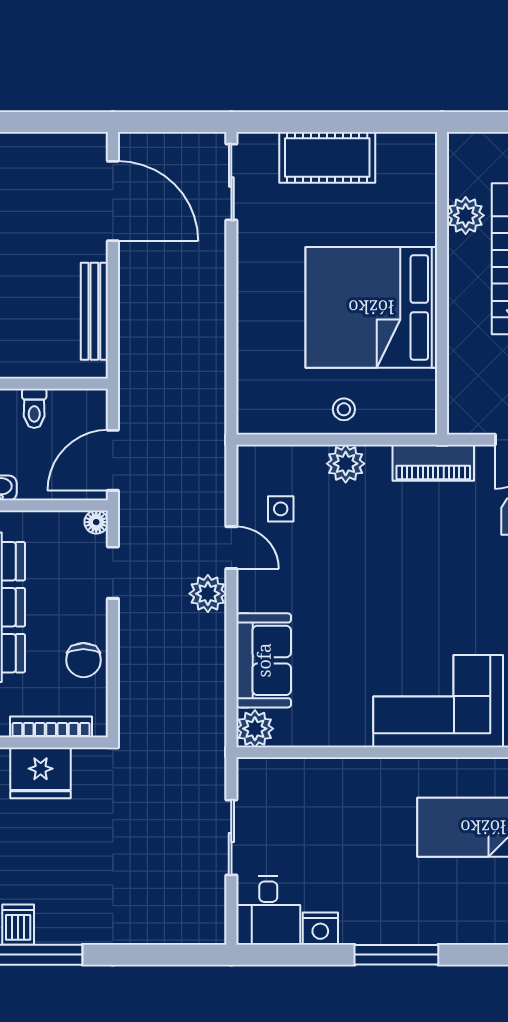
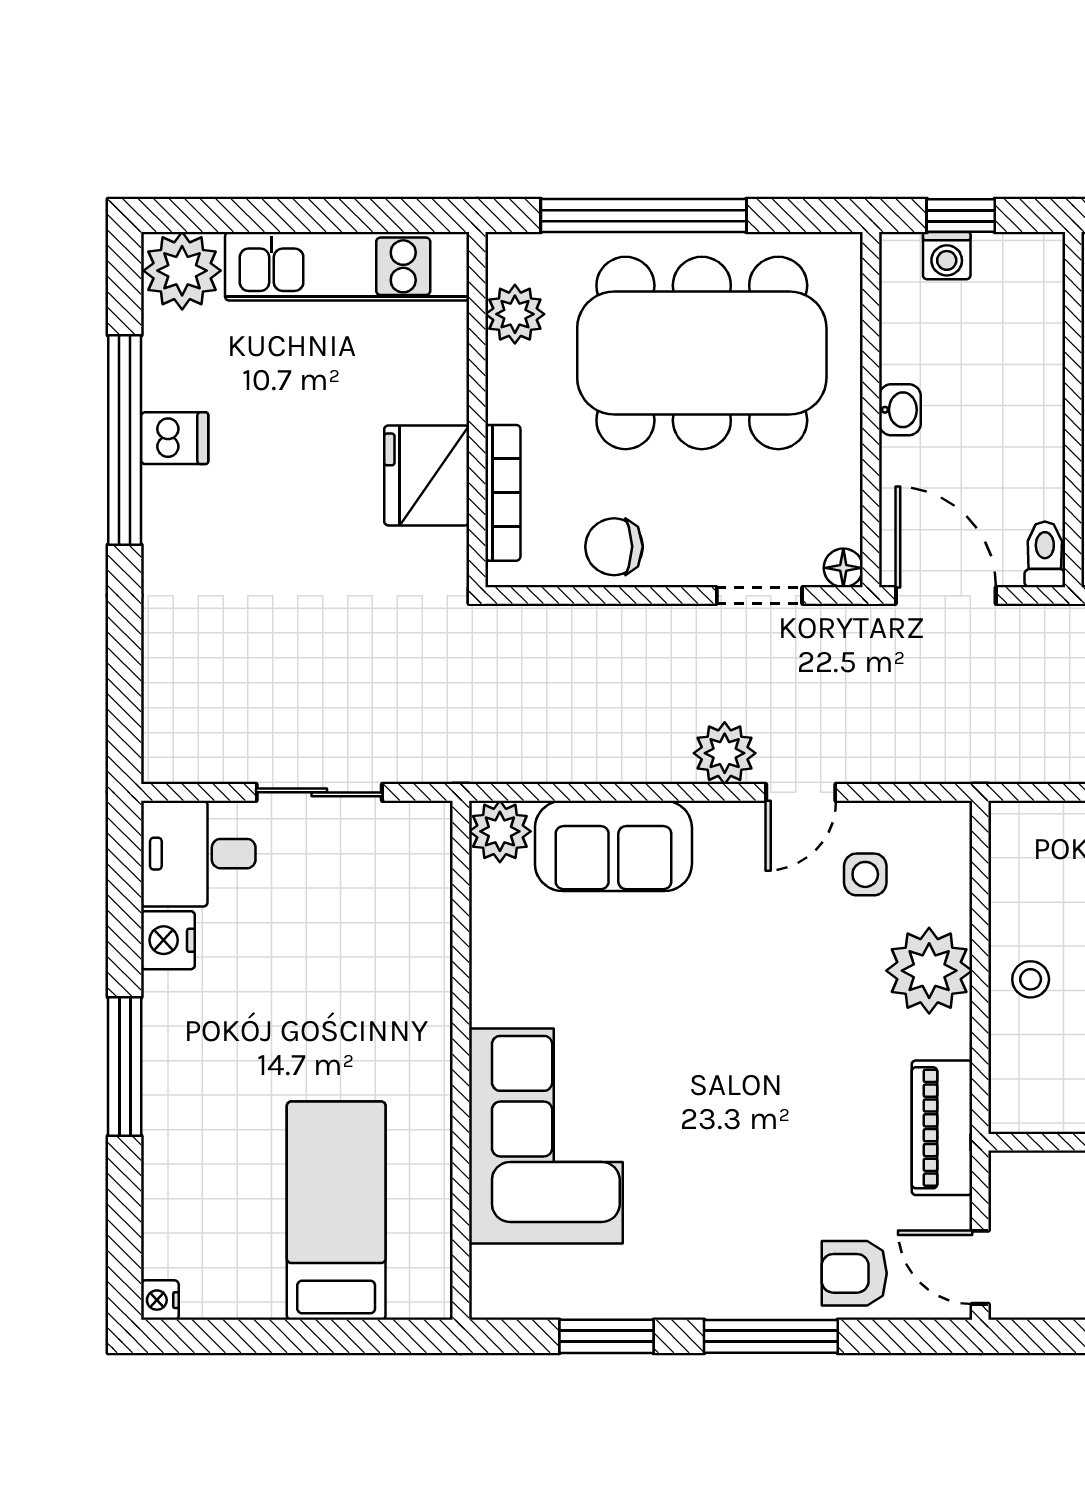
toilet: (34, 408) -> (1045, 554), moved, turned 90
plant: (346, 464) -> (929, 971), width x1.36, depth x1.36

